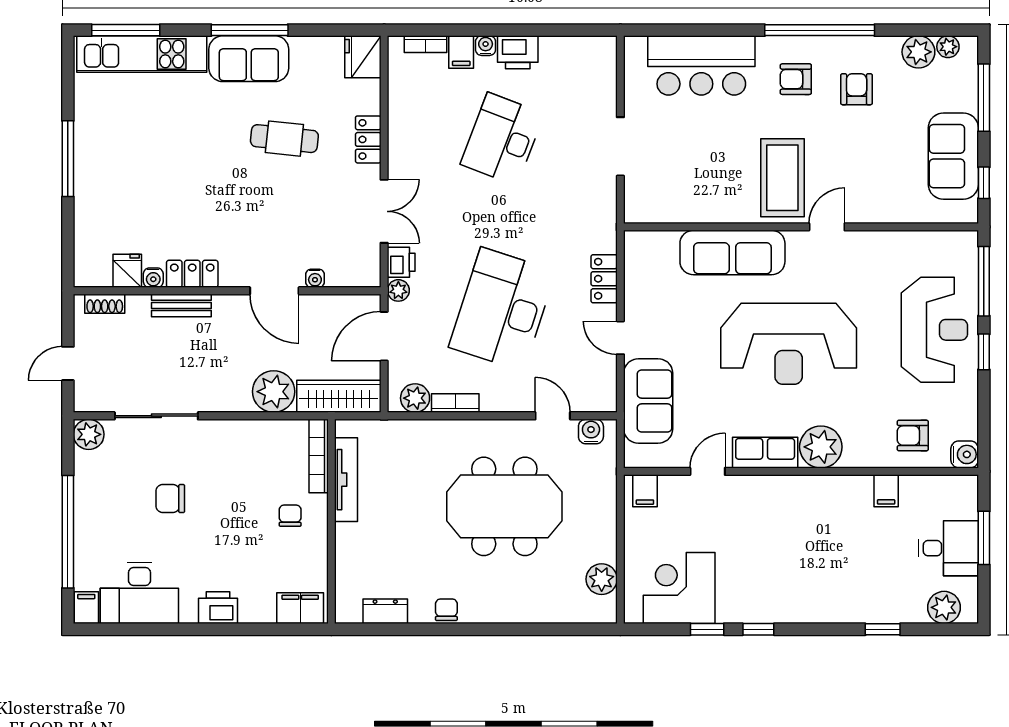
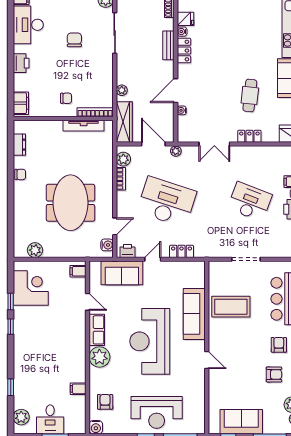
coffee table: (782, 178) -> (231, 307), moved
printer: (401, 262) -> (128, 251), moved, turned 180
plant: (274, 392) -> (122, 90), width x0.53, depth x0.53

